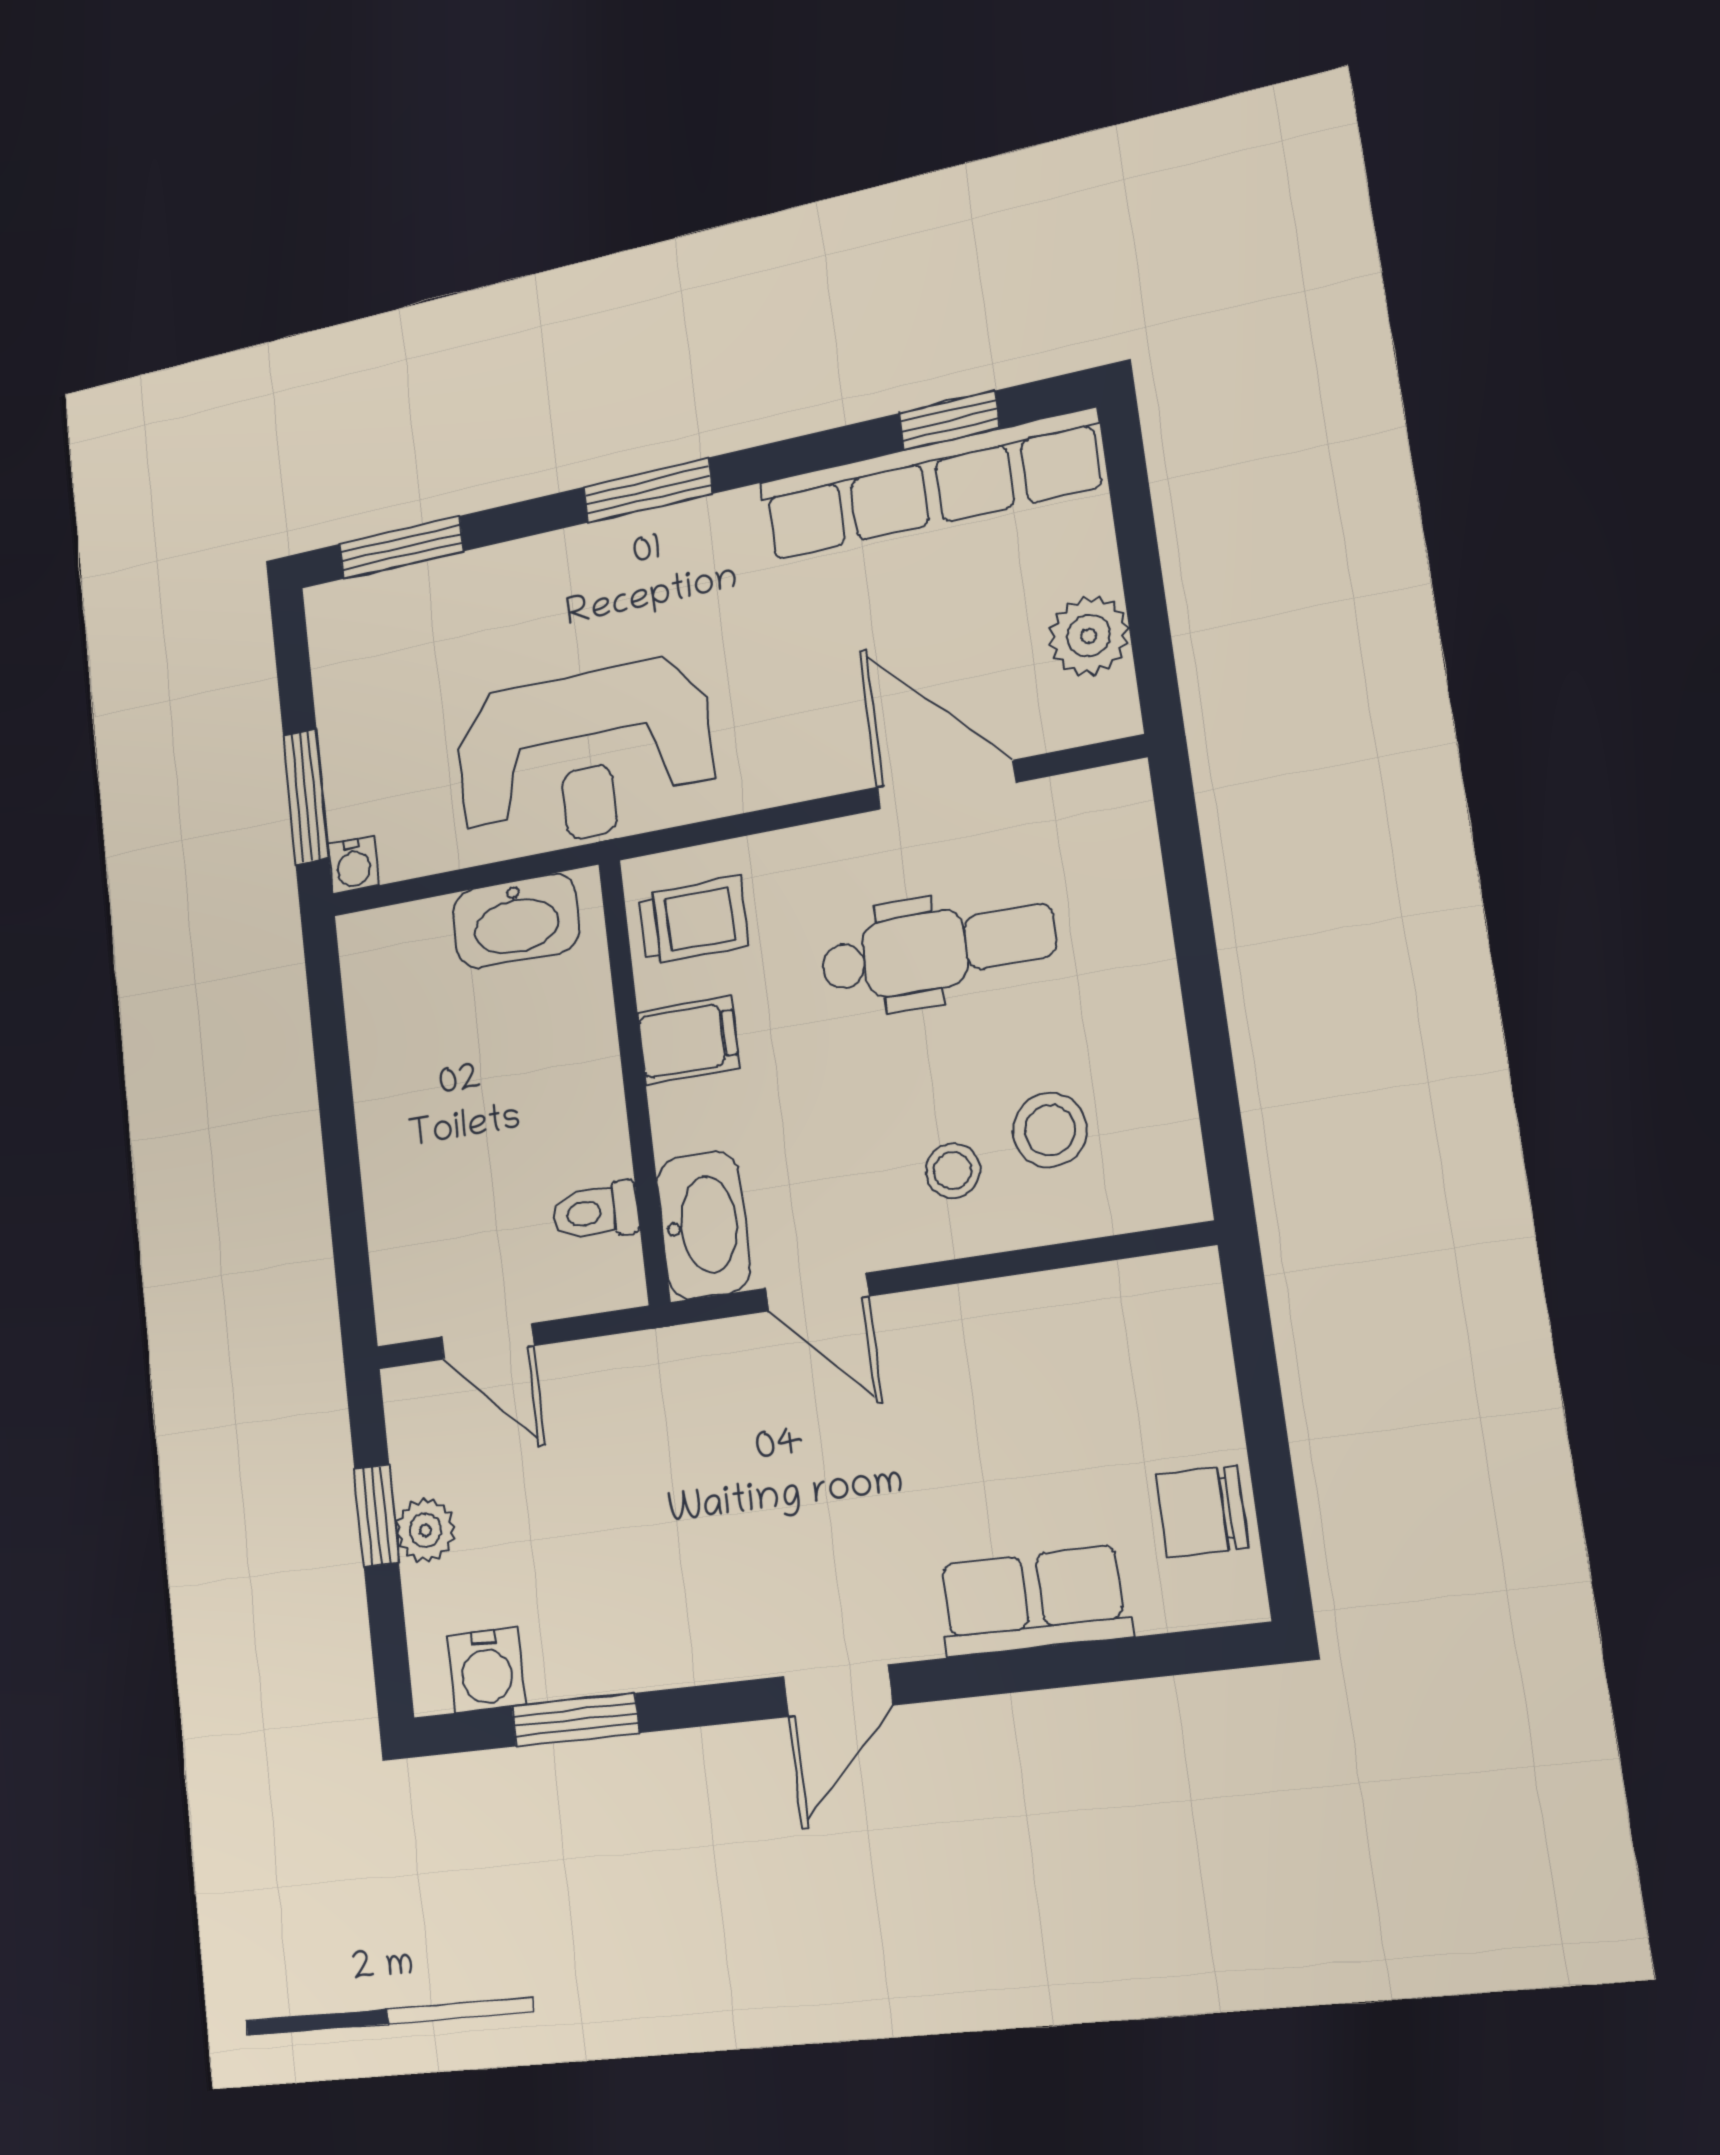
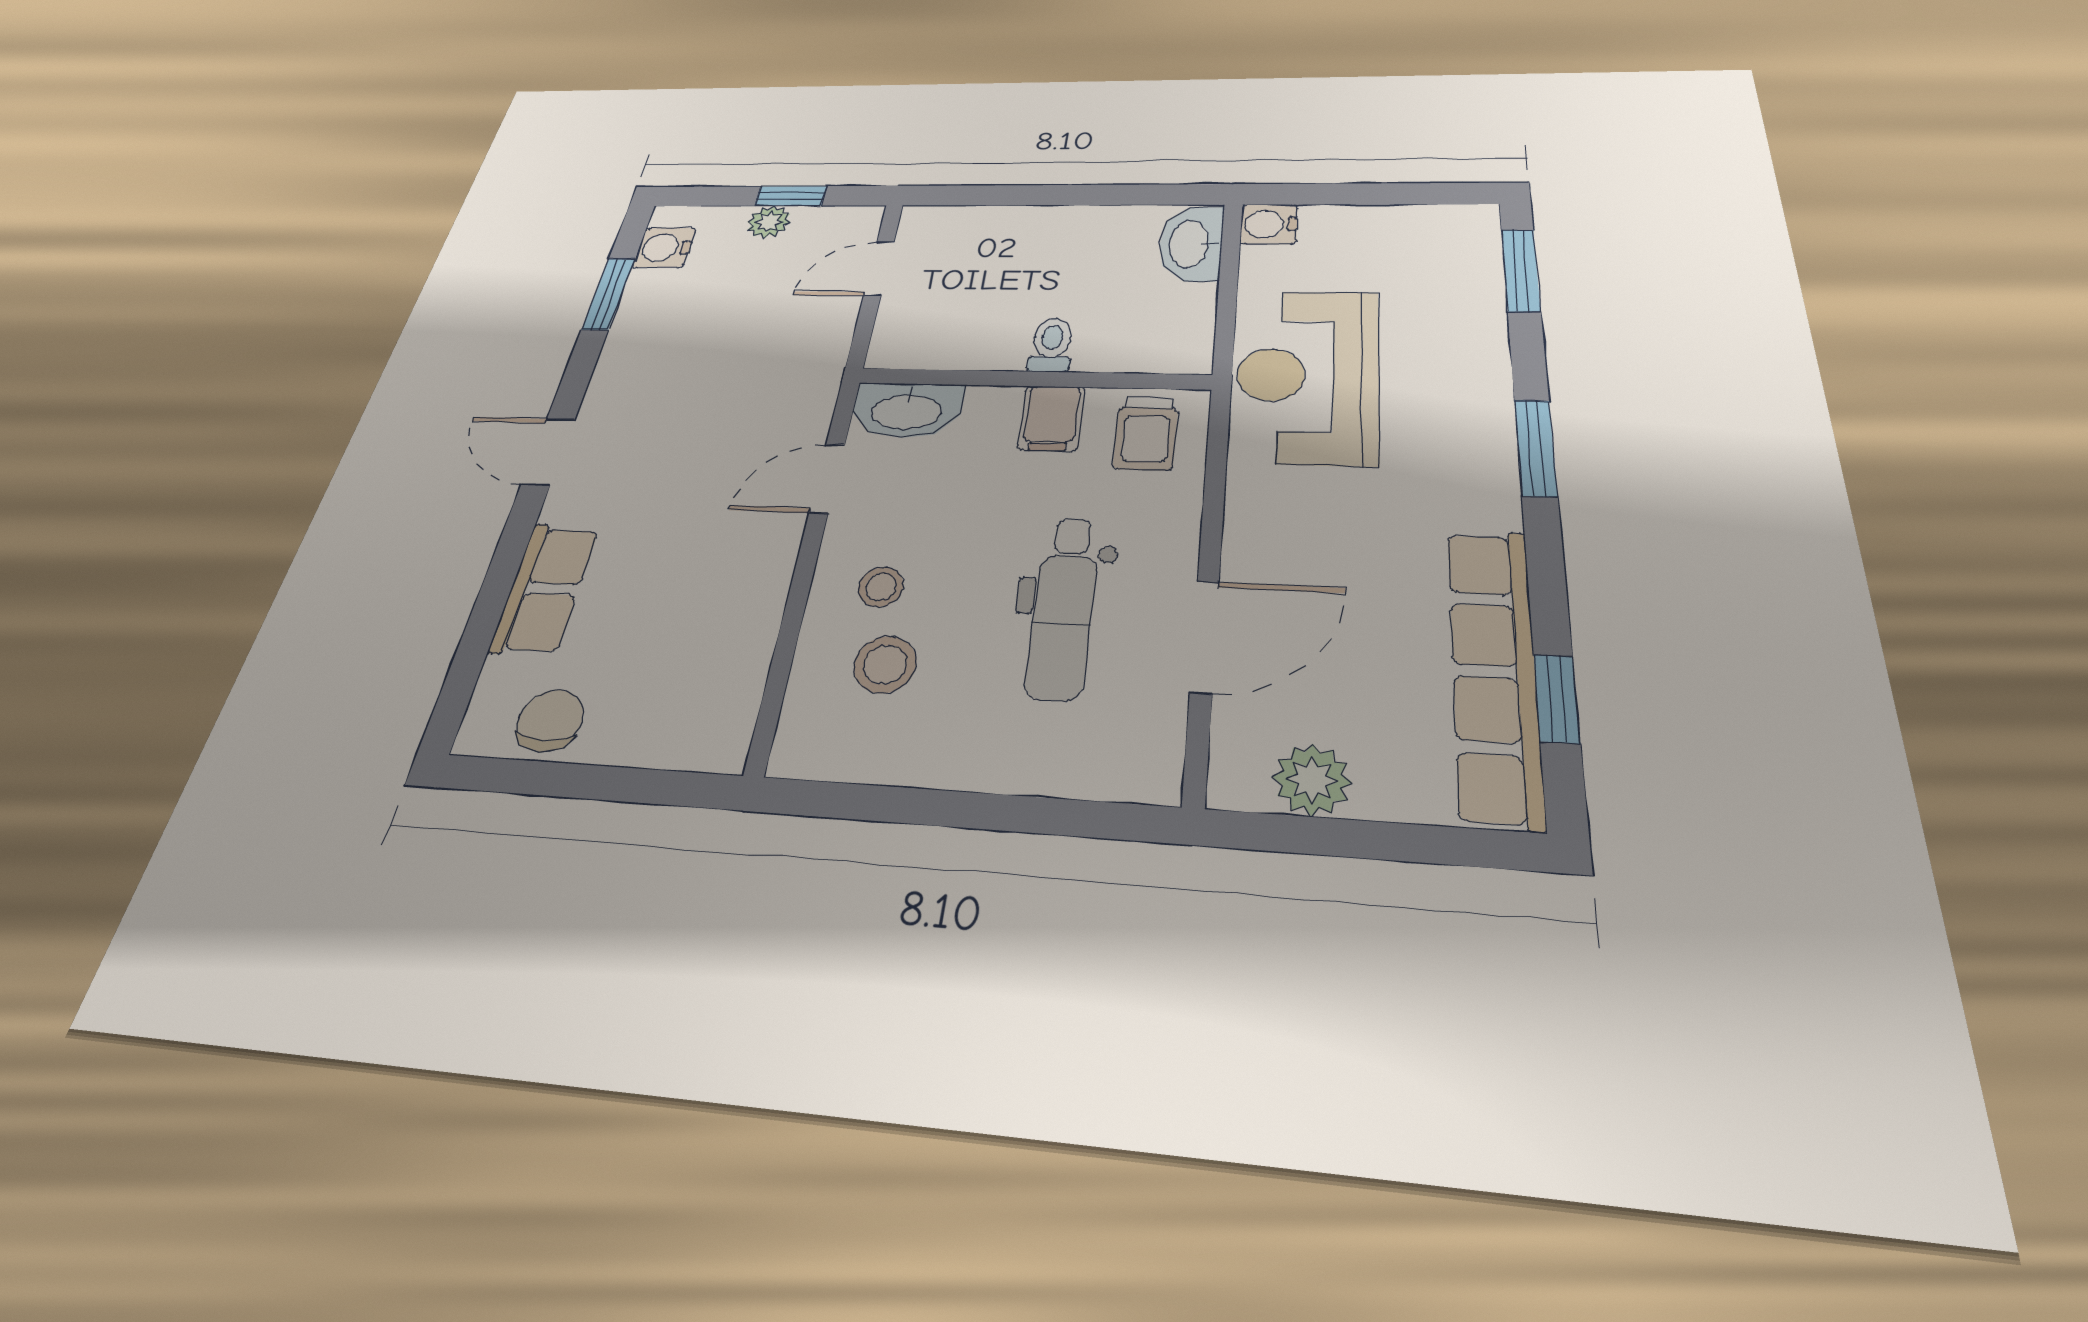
window: (306, 797) -> (1325, 194), removed
water cooler: (353, 865) -> (1269, 224), width x1.38, depth x1.38
washbasin: (516, 921) -> (1191, 244), moved
toilet: (596, 1212) -> (1051, 345), moved

